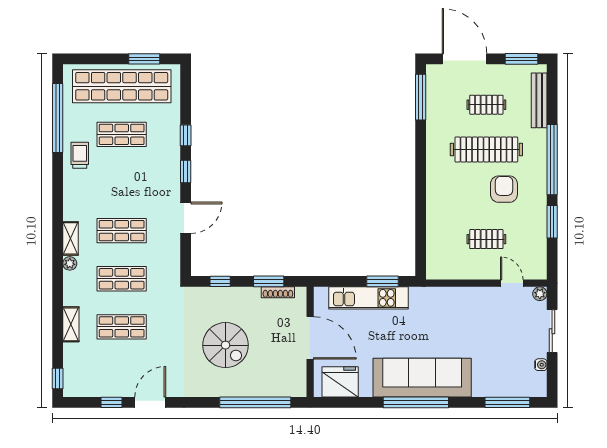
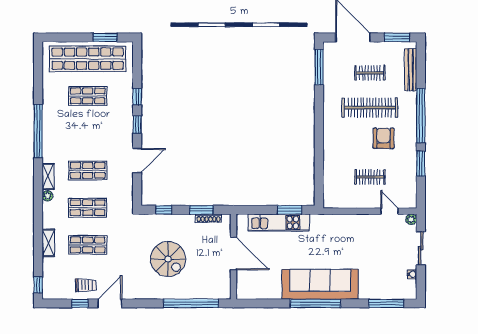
window: (58, 118) -> (38, 131), moved
trolley: (80, 155) -> (86, 285), moved, turned 90
fridge: (340, 382) -> (257, 288), removed

